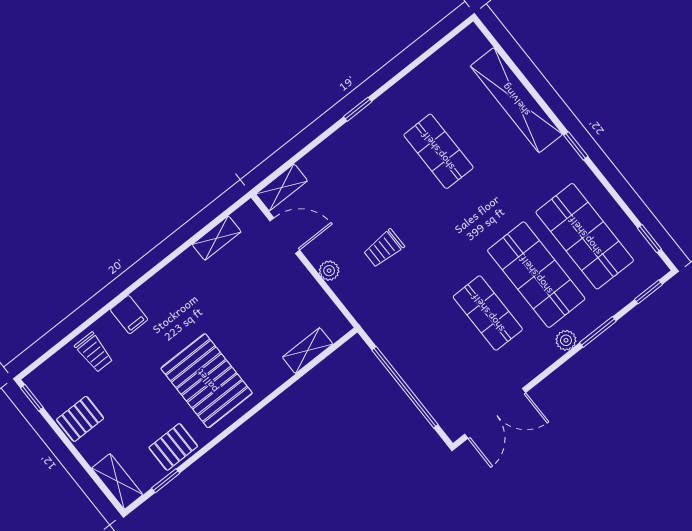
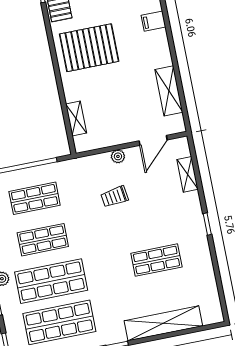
shelving: (282, 187) -> (188, 174), moved
shelving: (217, 238) -> (169, 91), width x1.50, depth x1.33
trolley: (384, 248) -> (114, 197), turned -98
shop shelf: (439, 351) -> (35, 198), added

